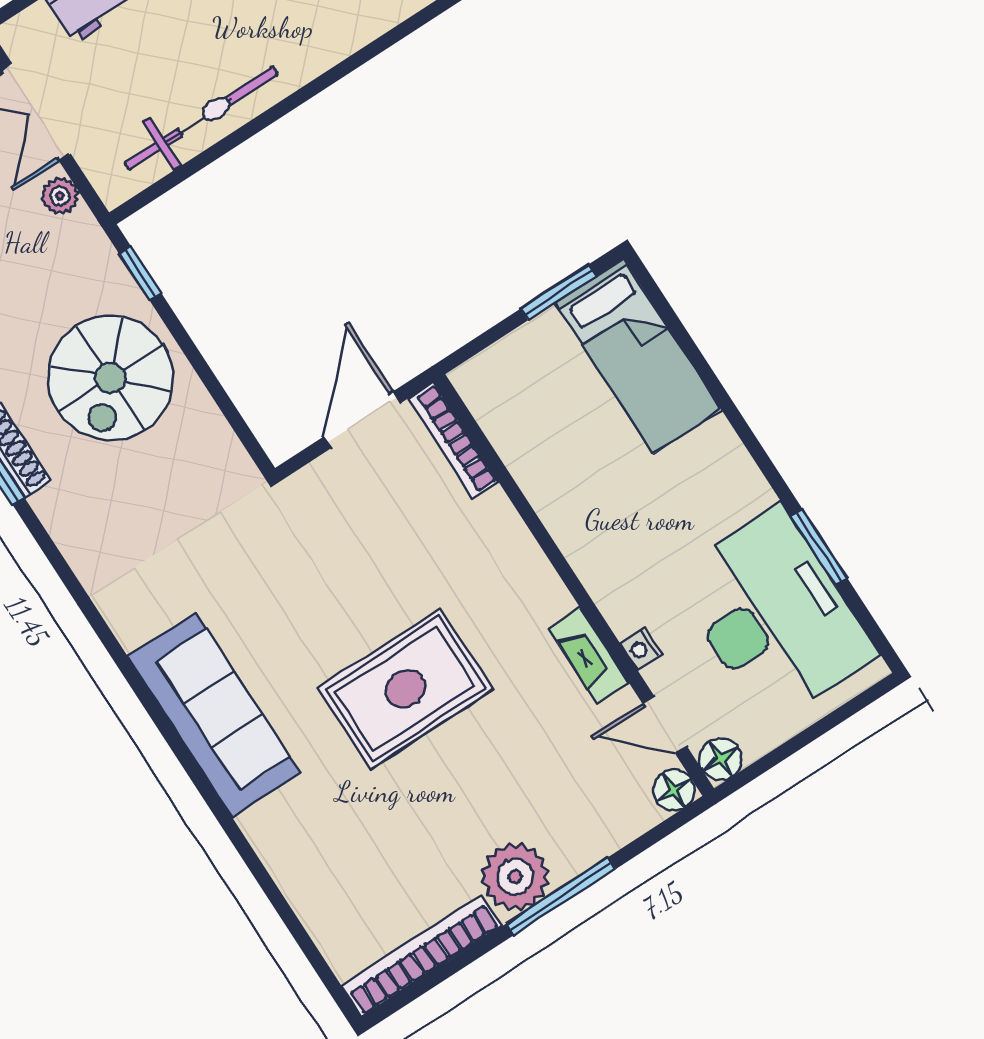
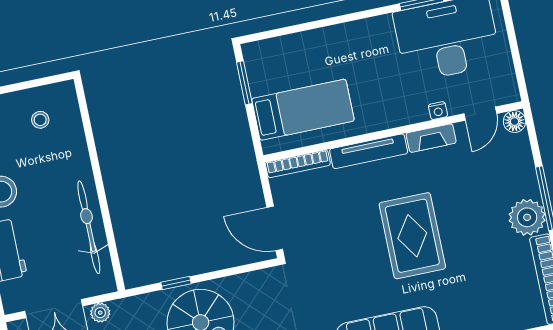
window: (140, 273) -> (176, 283), moved
bed: (638, 356) -> (303, 110), moved
door: (362, 420) -> (275, 228), moved
tv unit: (523, 555) -> (369, 151), added
floor lamp: (720, 759) -> (508, 92), removed

